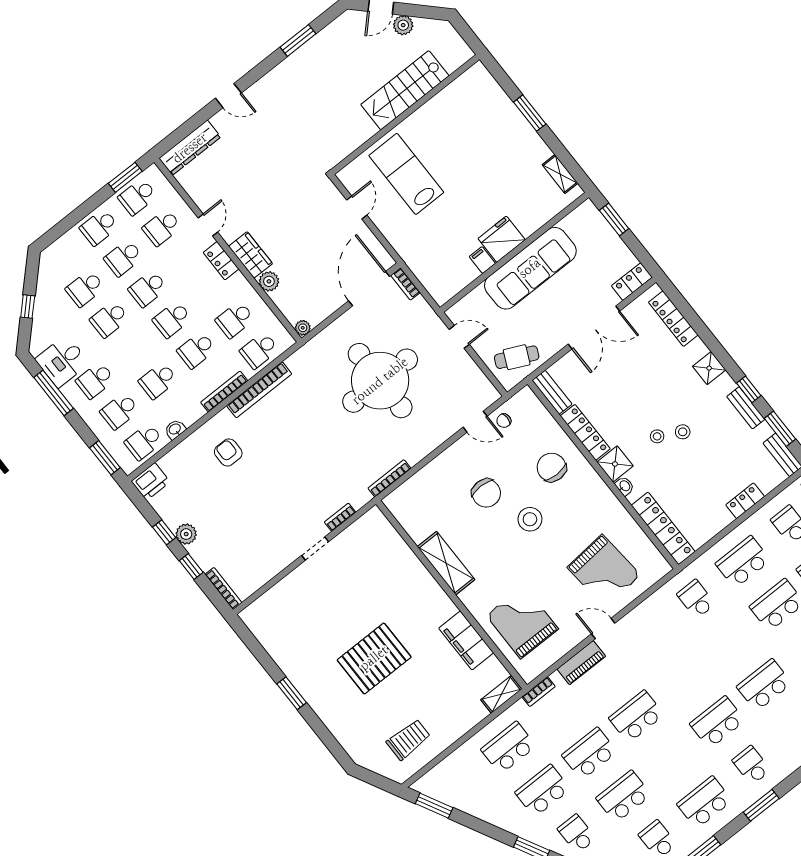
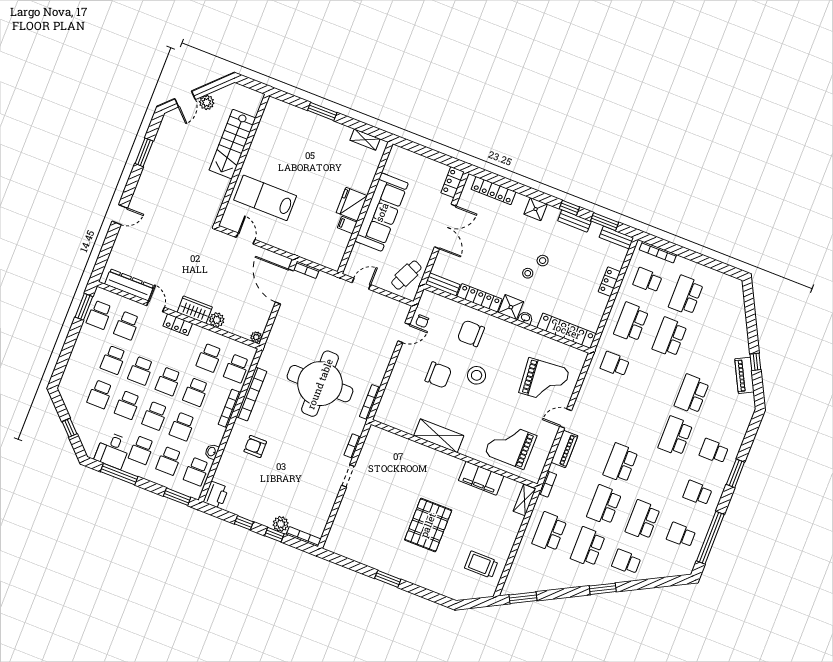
dresser: (190, 148) -> (129, 285), moved, turned -90
window: (614, 220) -> (417, 149), removed
school desk: (99, 227) -> (155, 416), moved
round table: (380, 381) -> (320, 384), moved
plant: (186, 534) -> (281, 524), moved
trolley: (408, 740) -> (481, 565), turned -90
school desk: (705, 802) -> (697, 493), width x0.54

